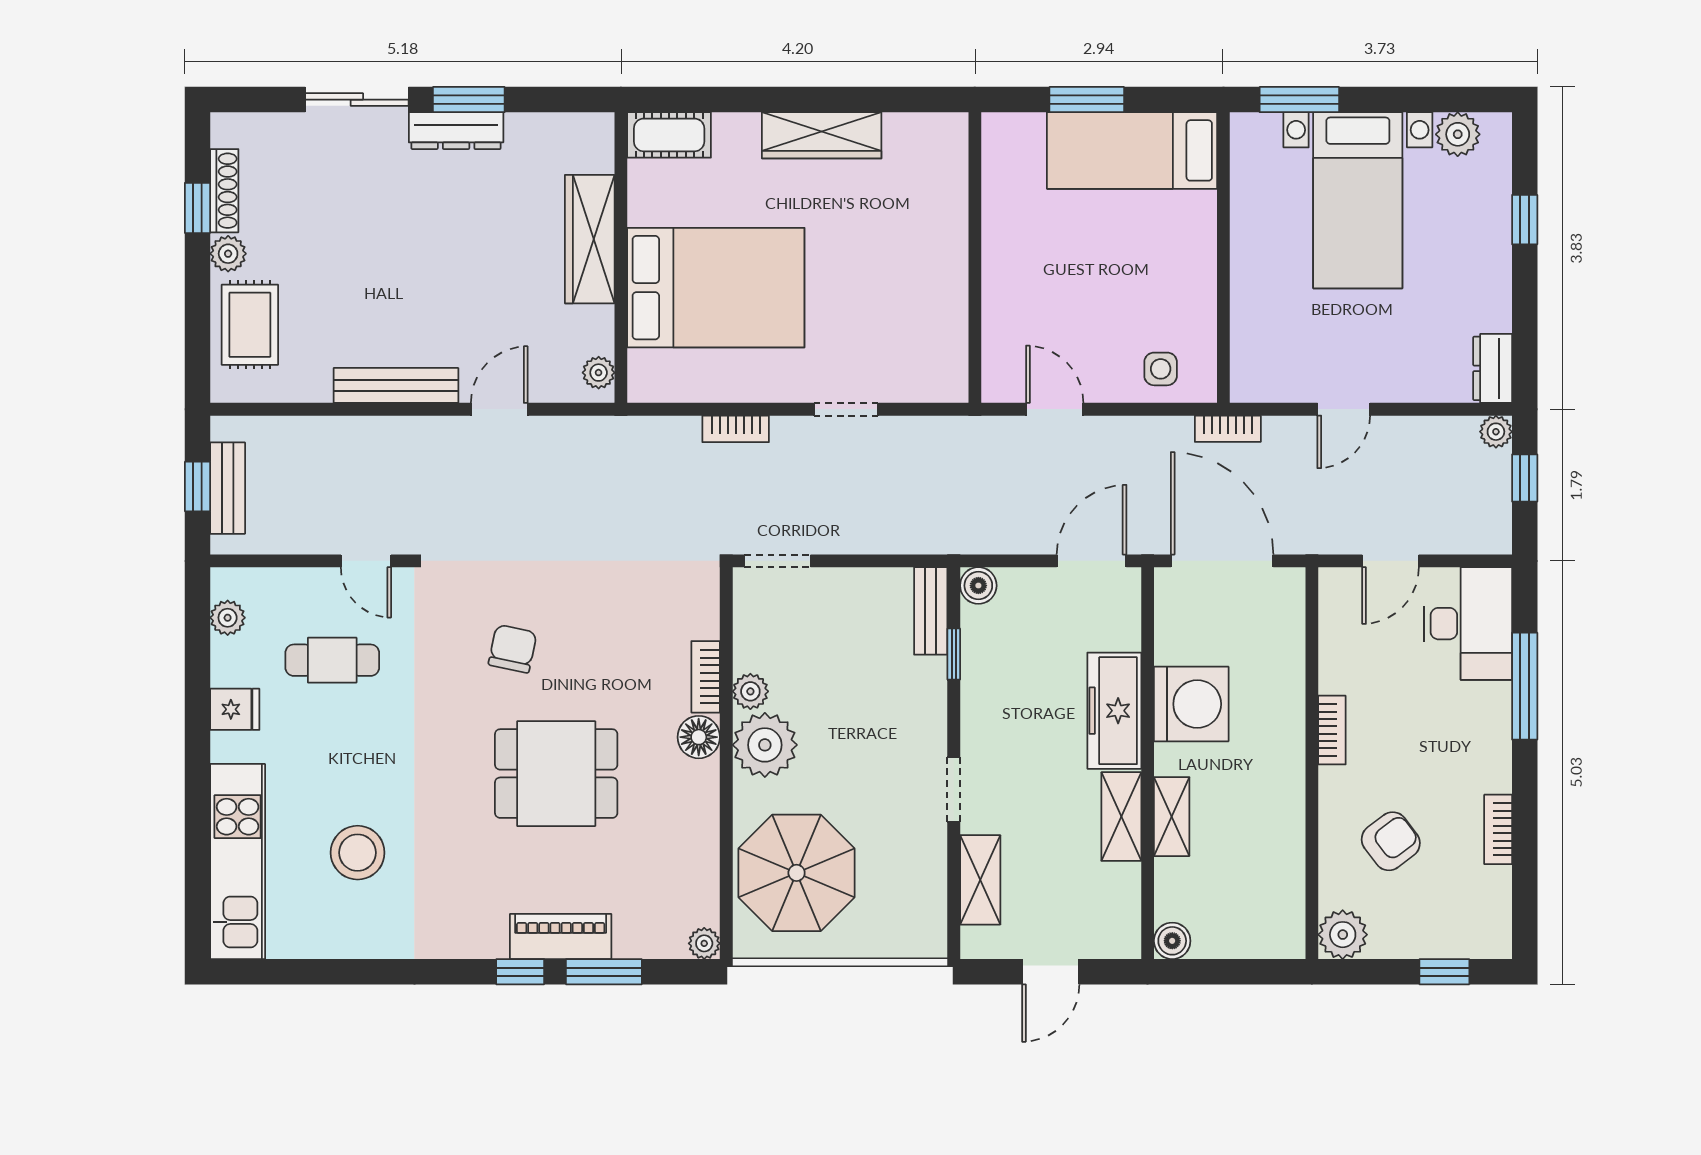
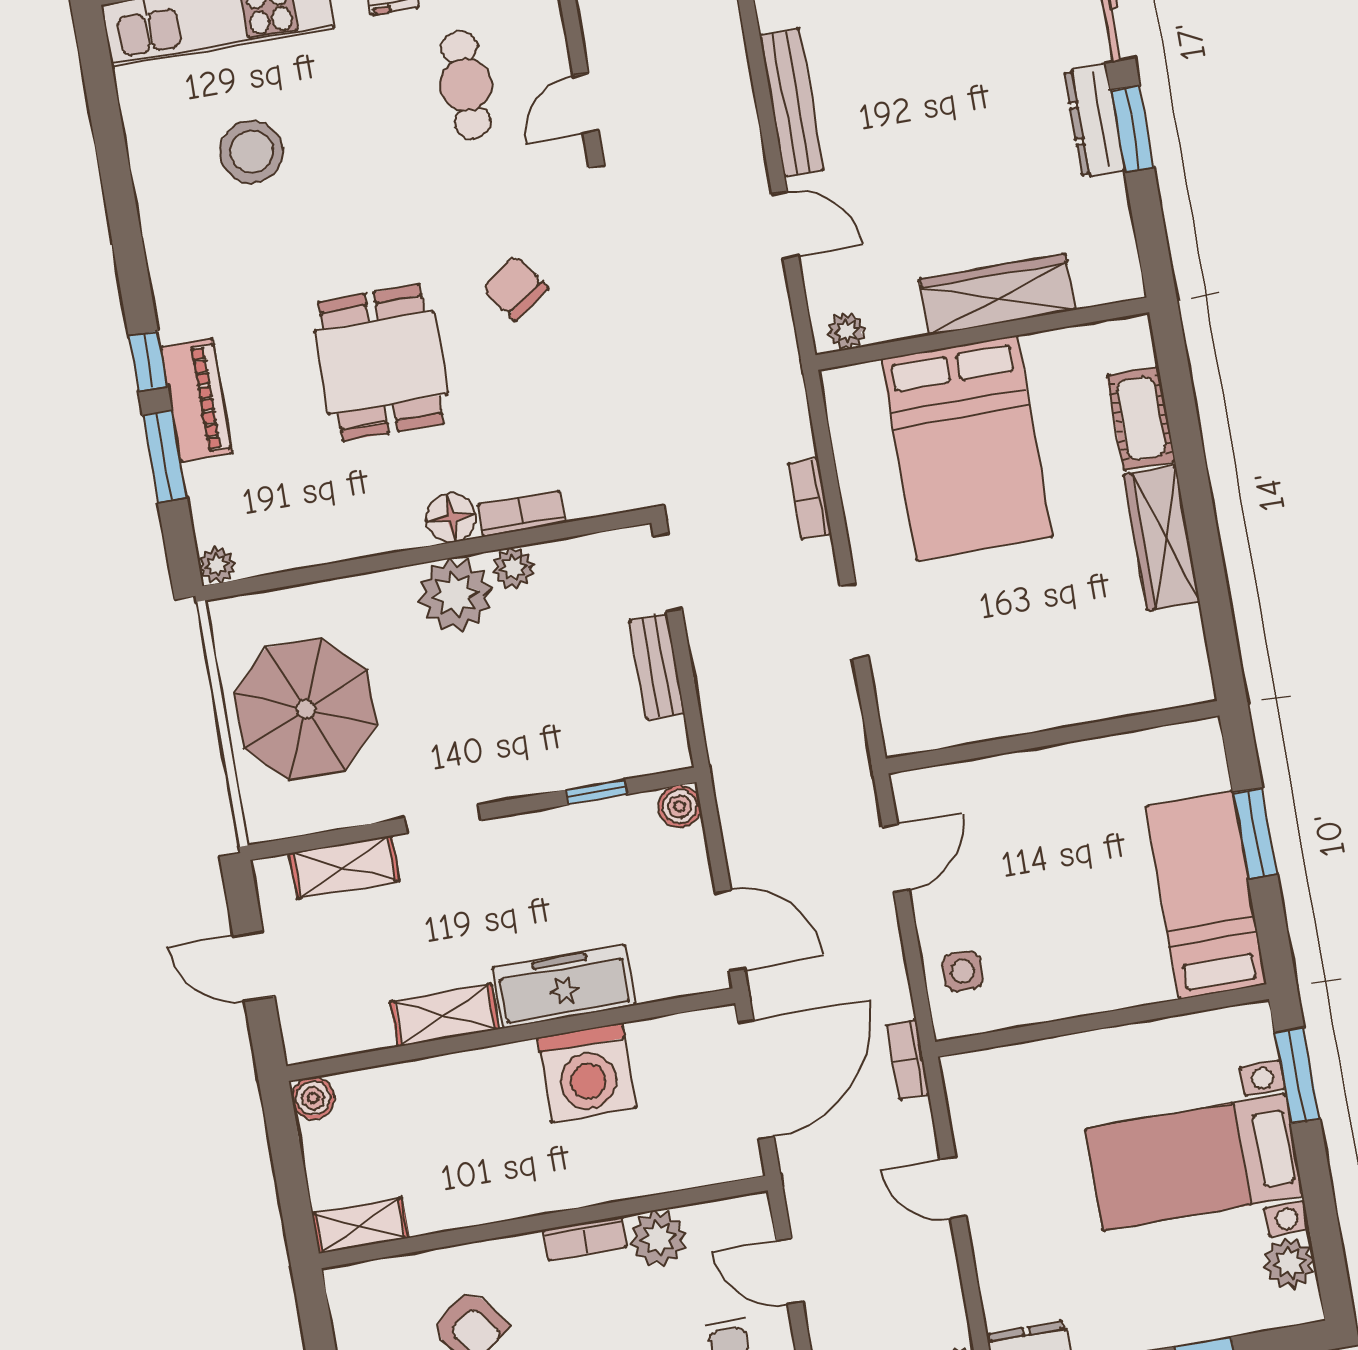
cot: (669, 135) -> (1141, 418), moved
bench: (931, 611) -> (657, 667), moved, turned 90
chair: (513, 649) -> (515, 288), turned -137
shelving: (1172, 817) -> (360, 1226), moved
parasol: (797, 873) -> (306, 709), moved
plant: (1343, 935) -> (658, 1238), moved

